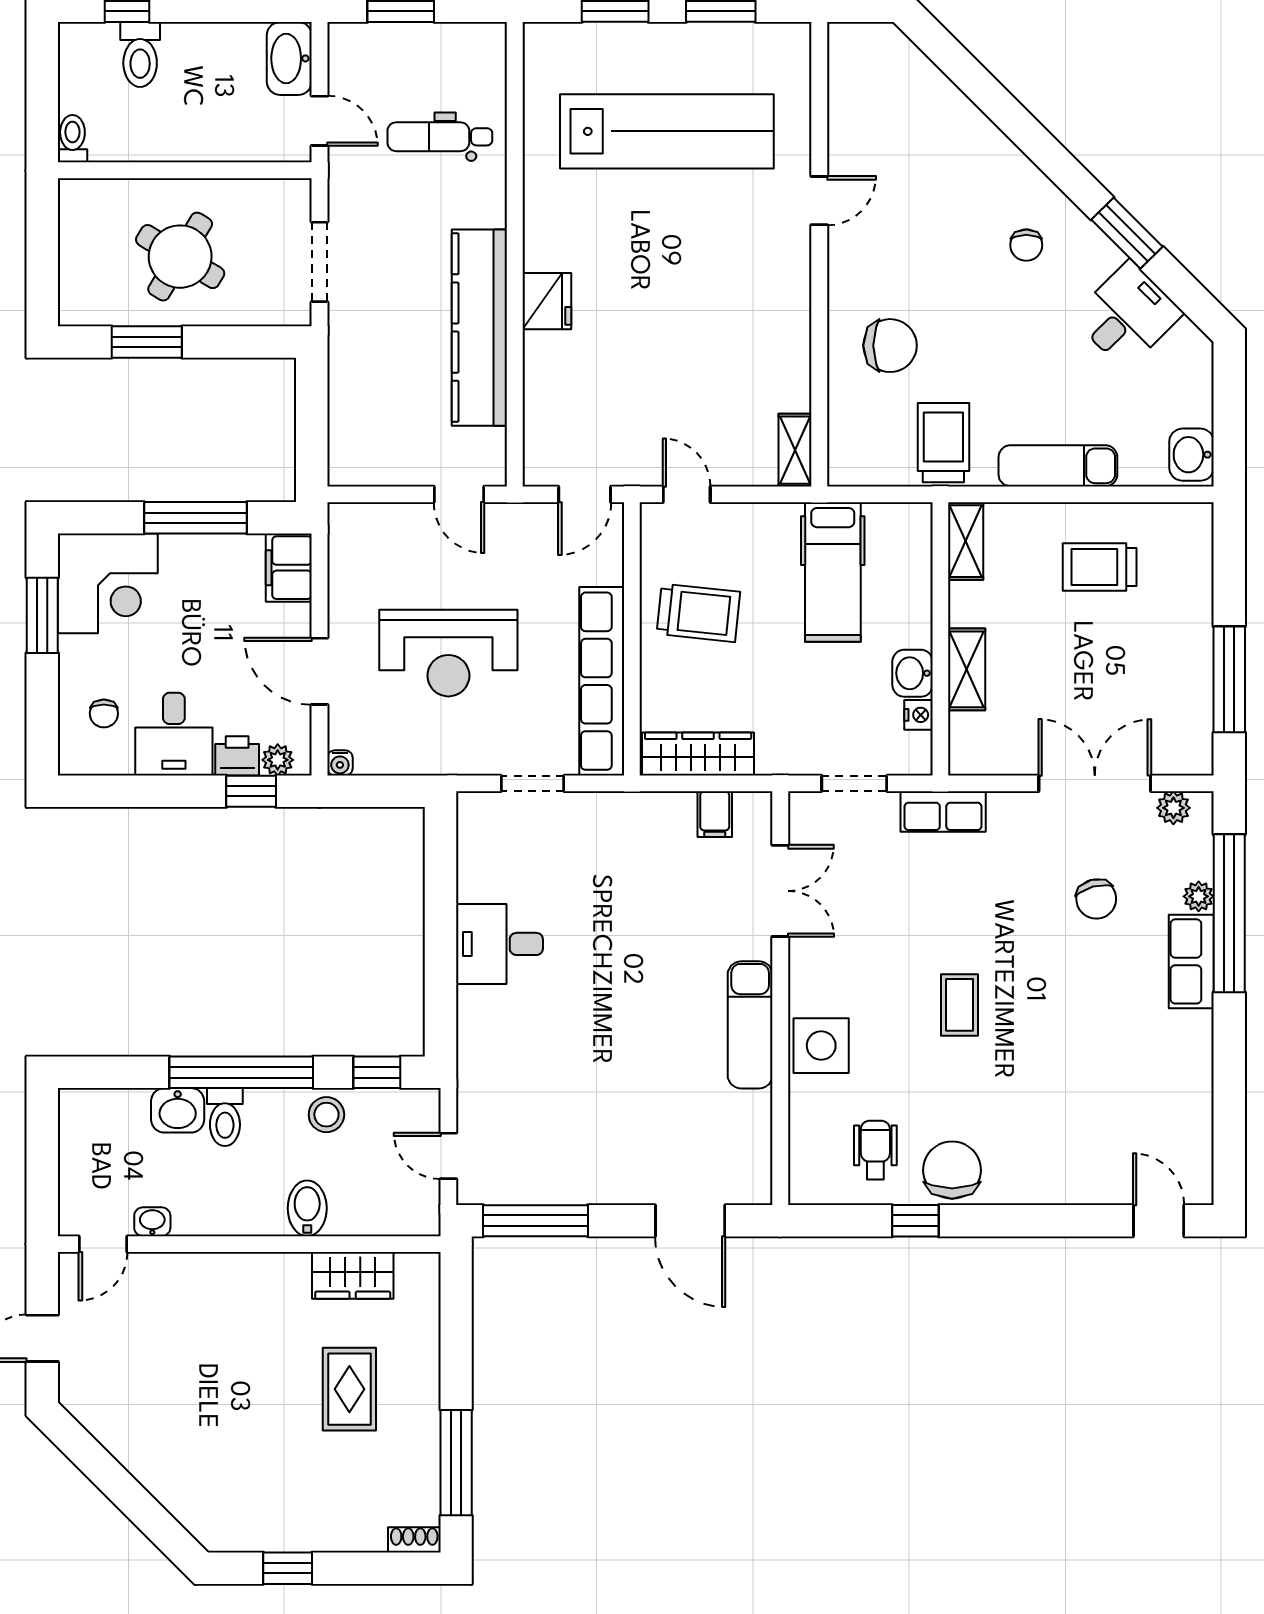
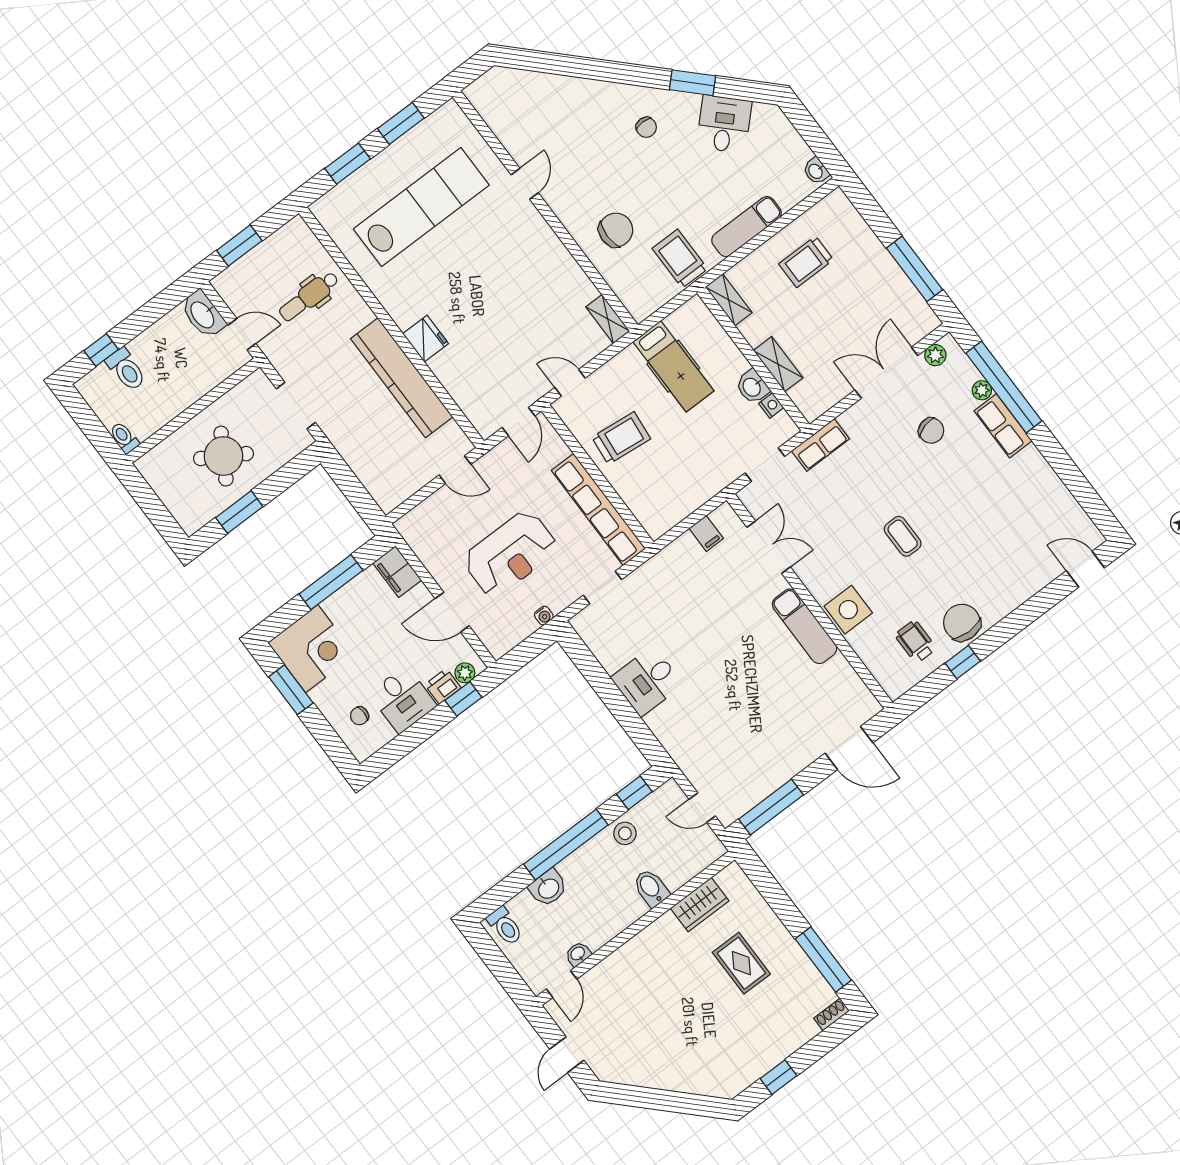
washbasin: (1192, 455) -> (816, 171), width x0.72, depth x0.69
chair: (104, 713) -> (359, 716), turned 90
wardrobe: (698, 754) -> (675, 509), removed
water cooler: (340, 763) -> (544, 616), moved
toilet: (225, 1117) -> (505, 926), moved

